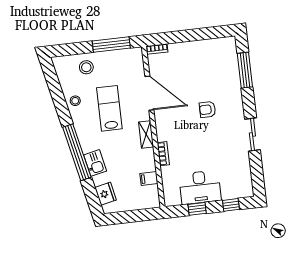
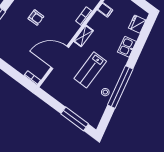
window: (111, 44) -> (75, 119), moved
stool: (86, 67) -> (81, 105), removed
door: (149, 93) -> (60, 57), hinge flipped
window: (77, 152) -> (120, 87), moved

